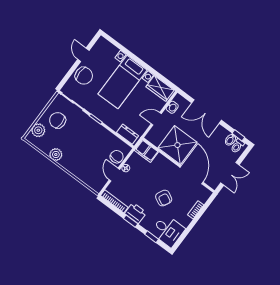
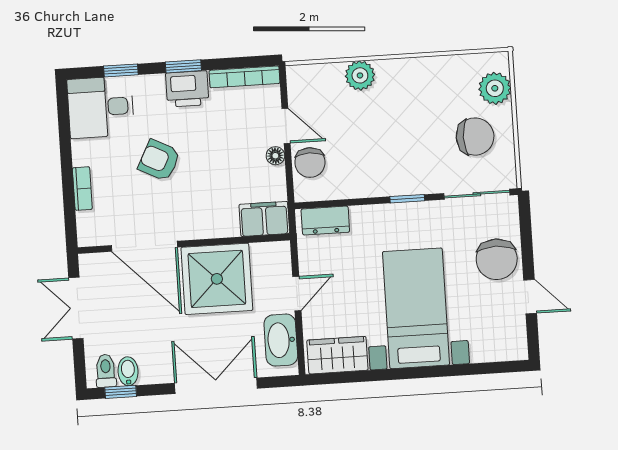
chair: (84, 76) -> (497, 259), turned -90
washbasin: (172, 107) -> (281, 340), width x1.91, depth x1.45
plant: (56, 155) -> (360, 75), moved

